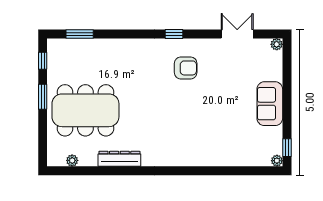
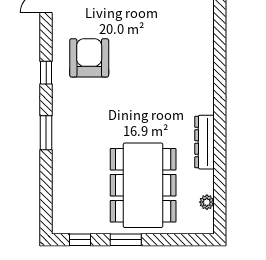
window: (80, 34) -> (46, 133), moved
armchair: (186, 68) -> (89, 58), width x1.36, depth x1.36

